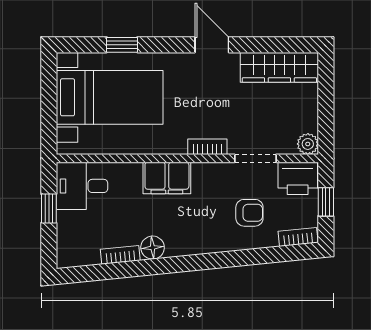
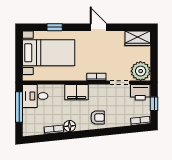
wardrobe: (279, 67) -> (138, 38), width x0.67
plant: (308, 144) -> (141, 71), width x1.87, depth x1.87
window: (49, 208) -> (19, 107), width x2.17
armchair: (249, 213) -> (98, 118), moved

